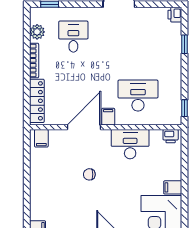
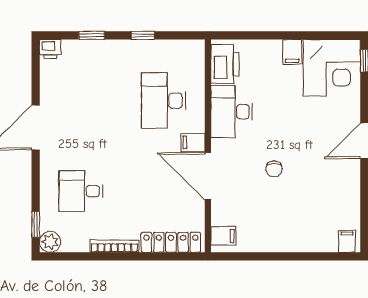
plant: (37, 32) -> (50, 242), moved
window: (185, 108) -> (143, 35), moved
printer: (171, 136) -> (225, 64), width x1.87, depth x1.48

